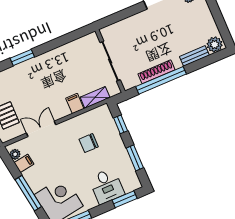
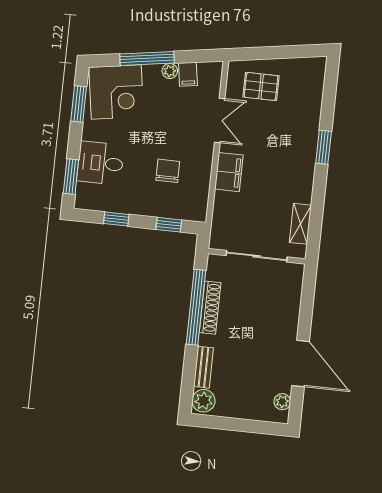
shelving: (95, 97) -> (300, 224), moved
filing cabinet: (75, 103) -> (229, 172), width x2.00
plant: (15, 154) -> (170, 71), moved
window: (135, 158) -> (116, 219), width x0.67

